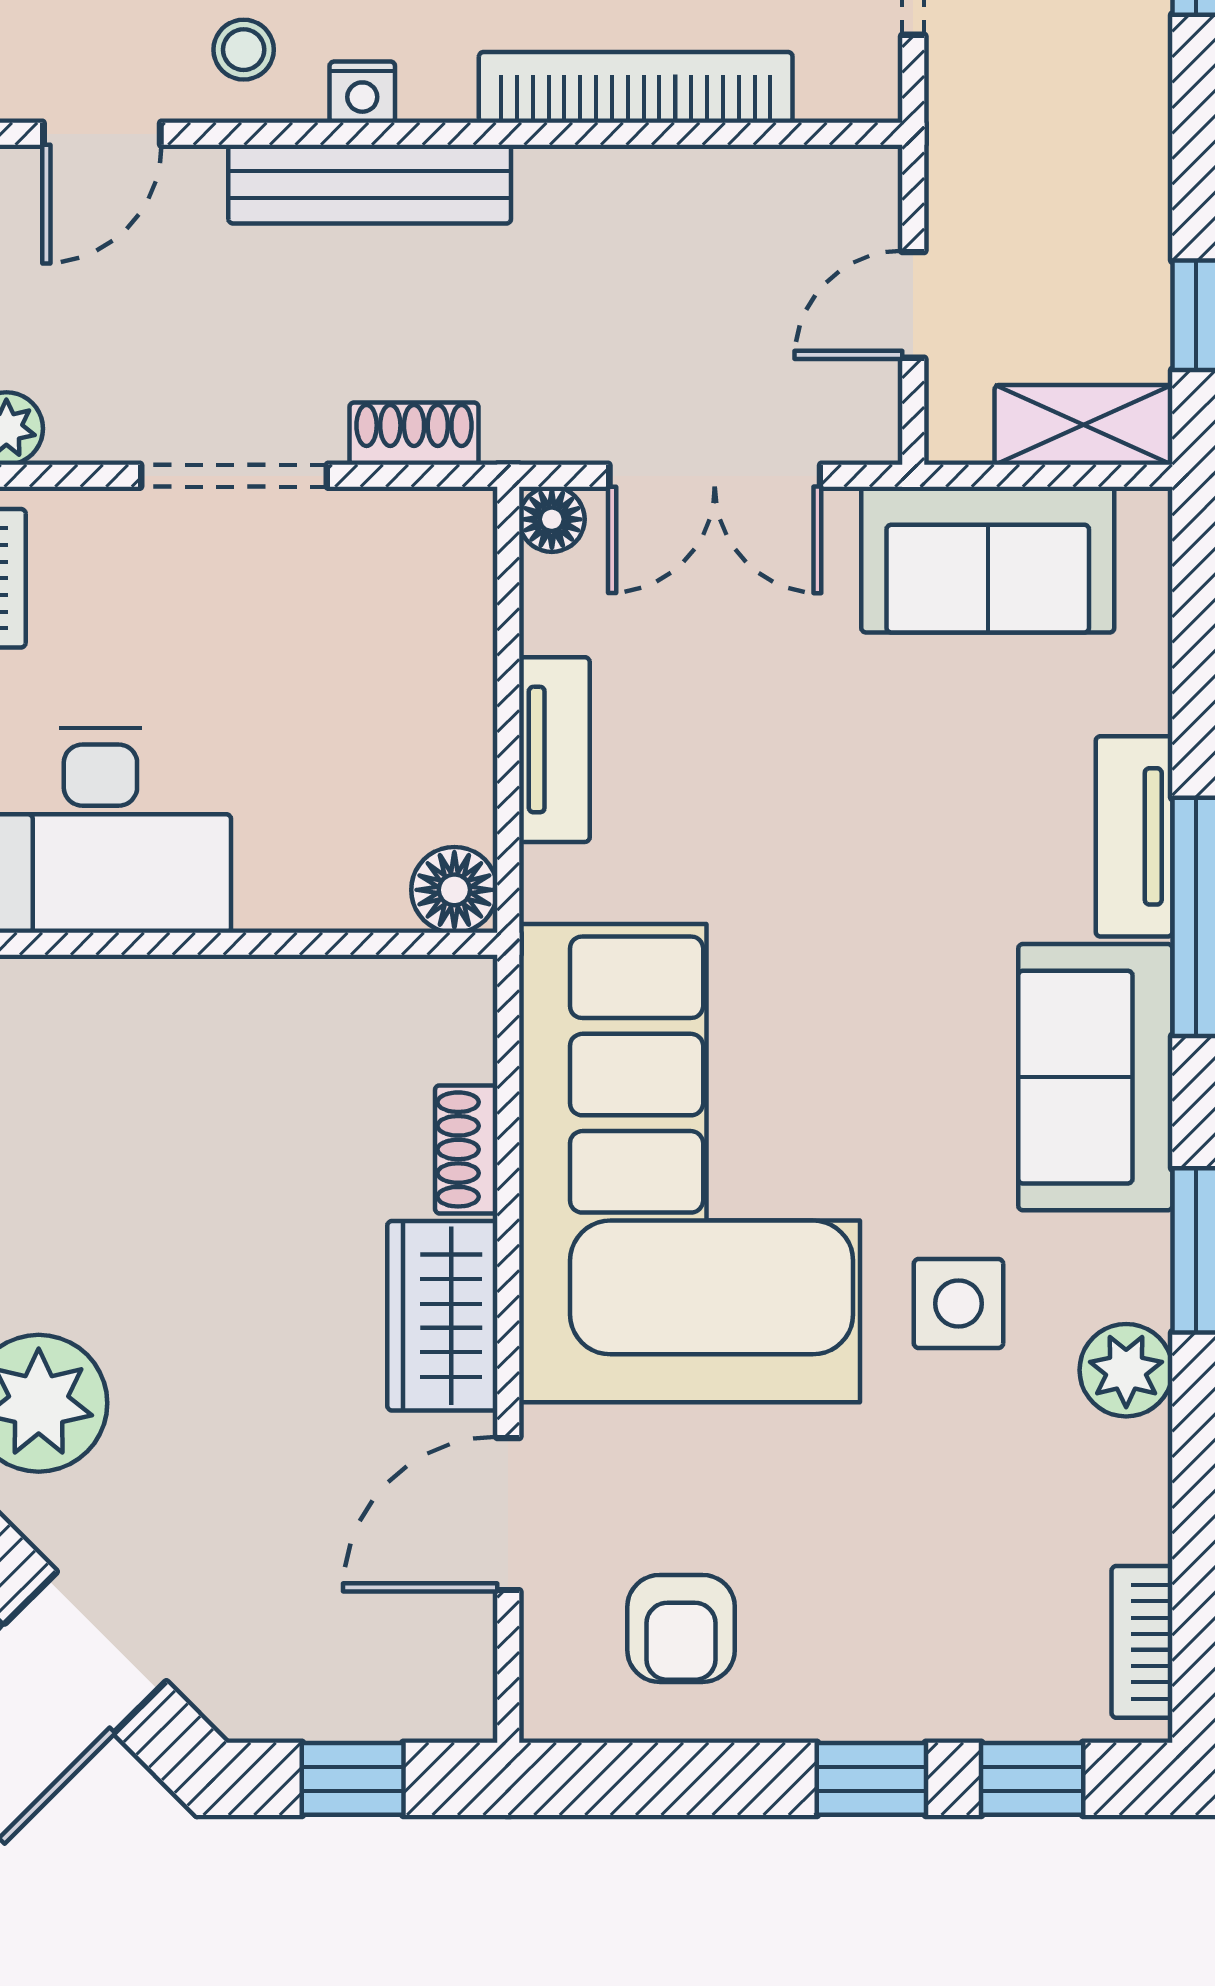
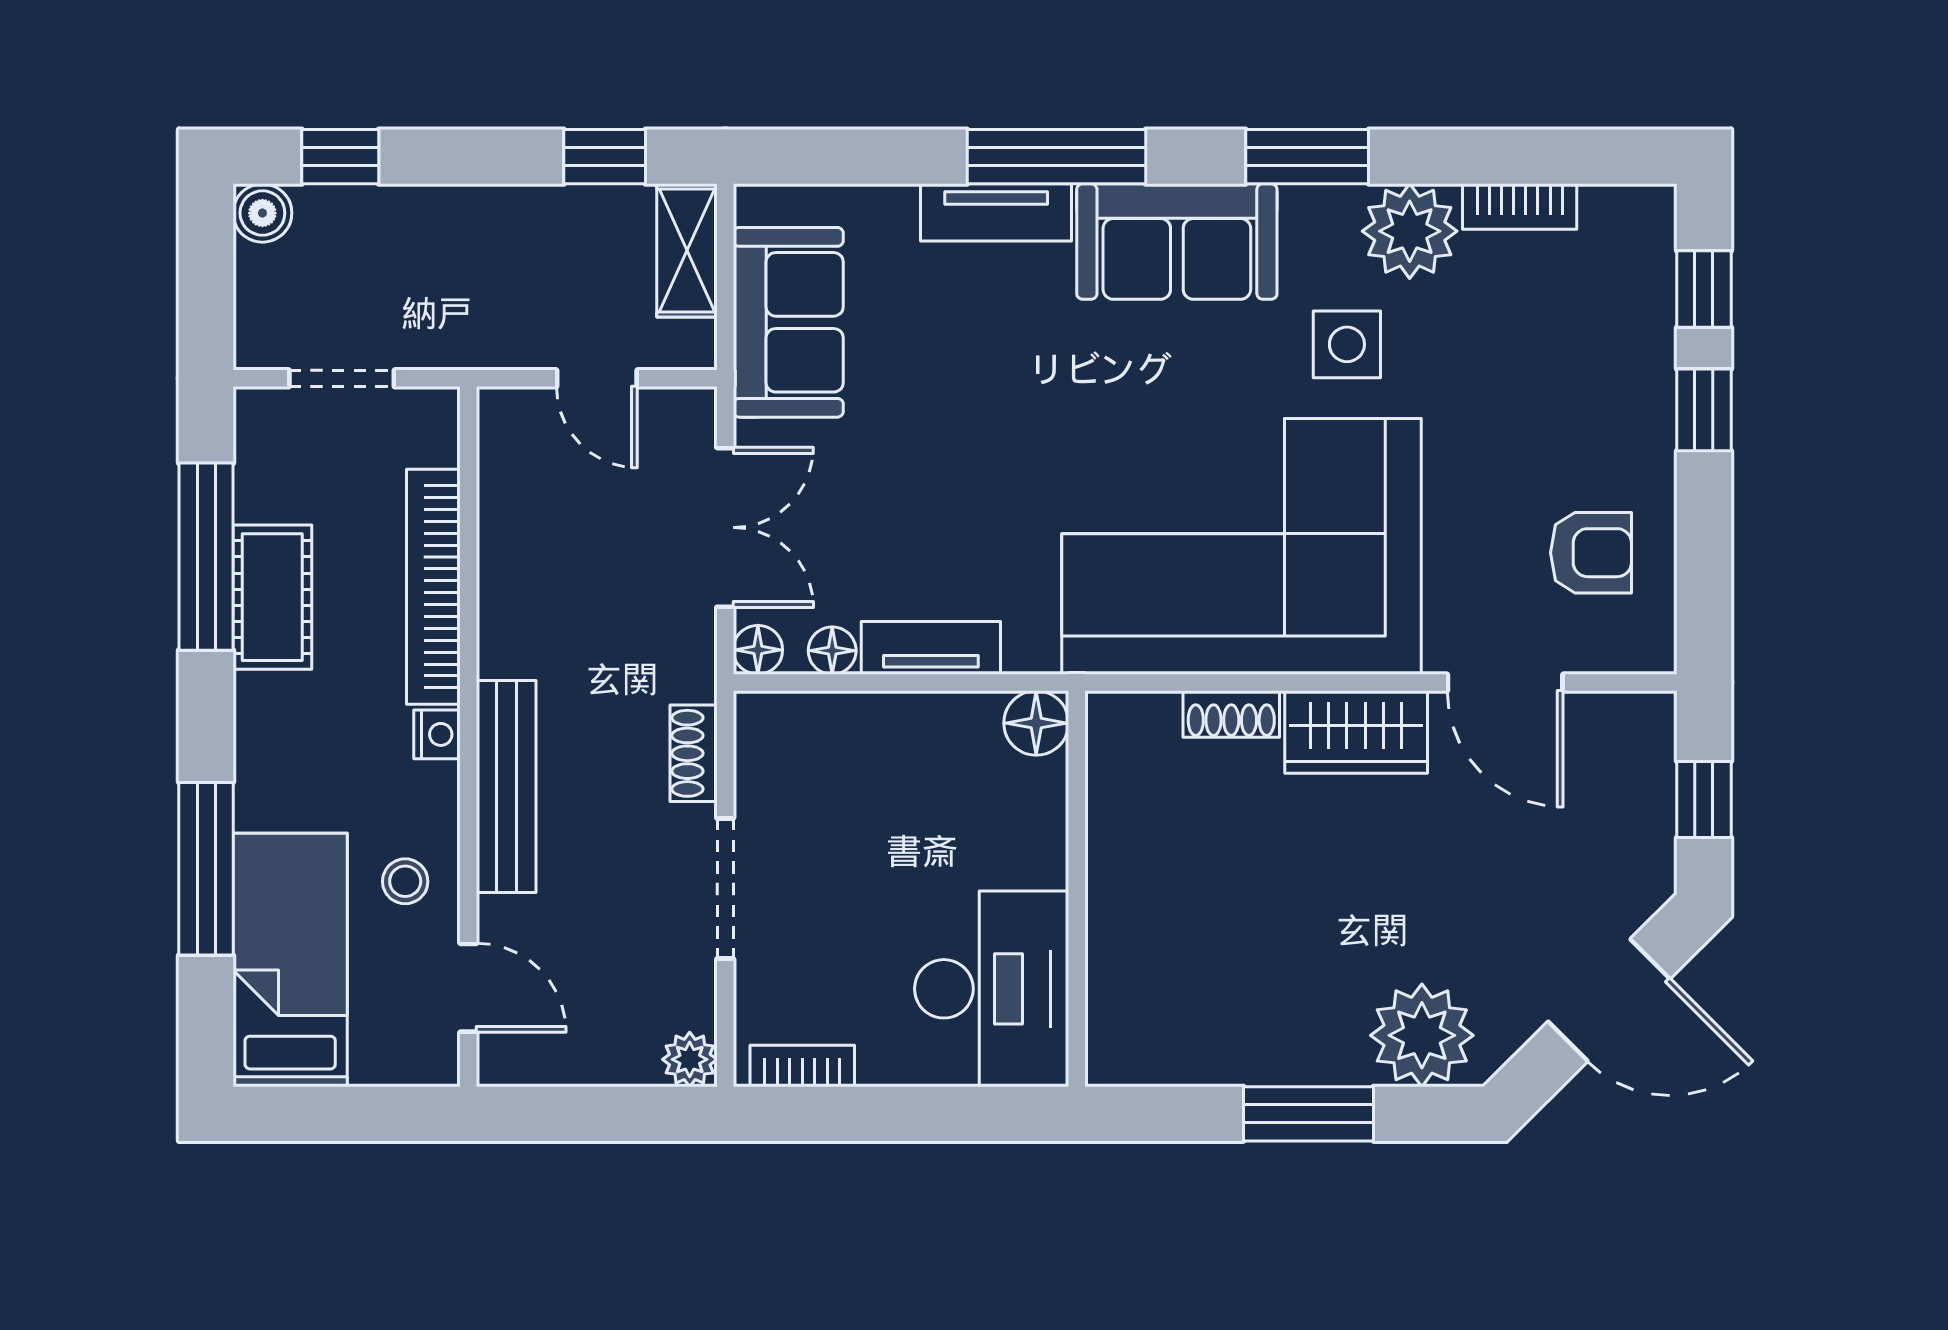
nightstand: (362, 92) -> (437, 734), moved
floor lamp: (551, 618) -> (832, 651), added
plant: (1126, 1370) -> (1410, 231), width x1.36, depth x1.36
bookcase: (1142, 1642) -> (1520, 206), moved

